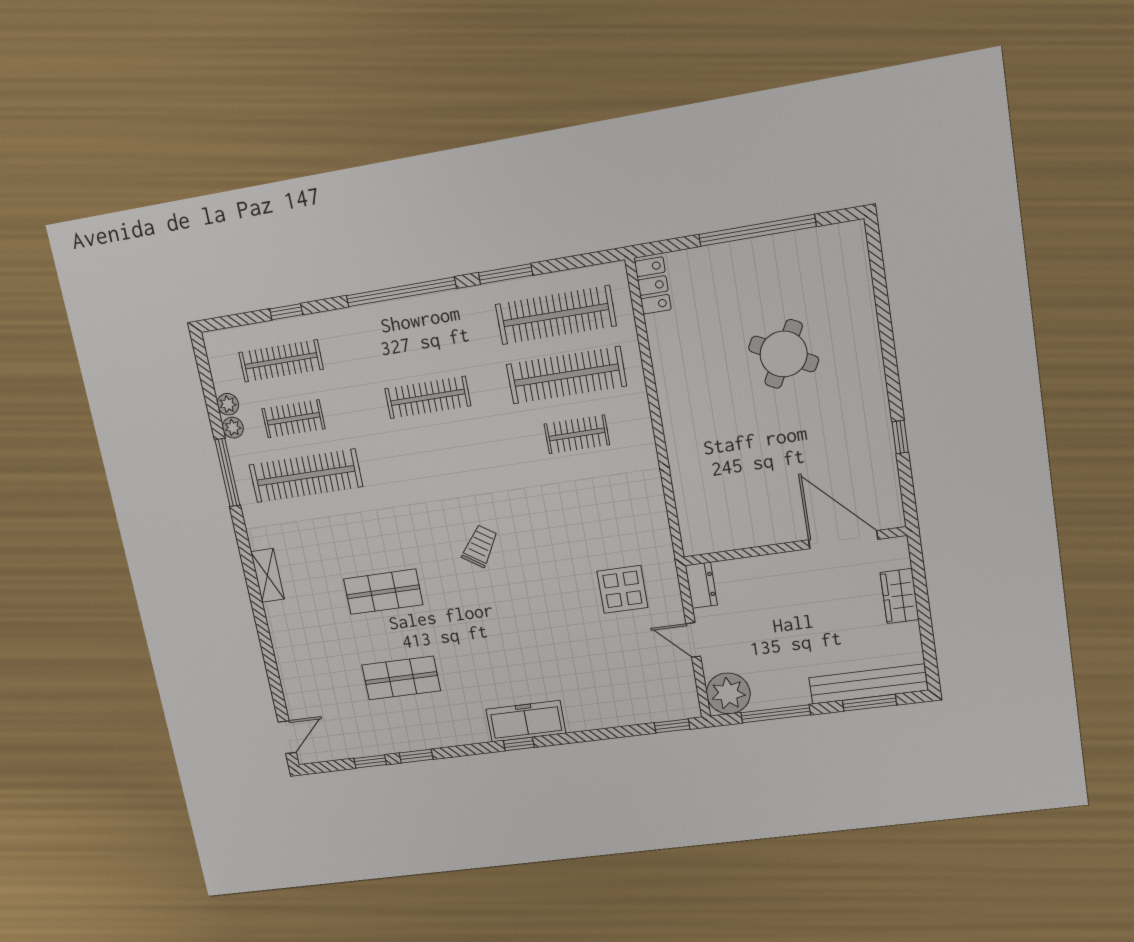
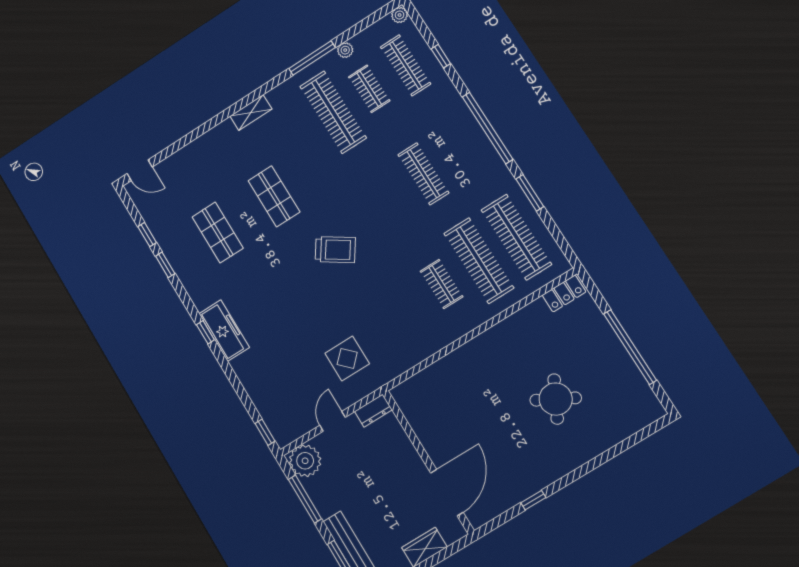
plant: (228, 404) -> (400, 15), moved
trolley: (480, 546) -> (335, 250), width x1.36, depth x1.39

